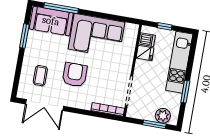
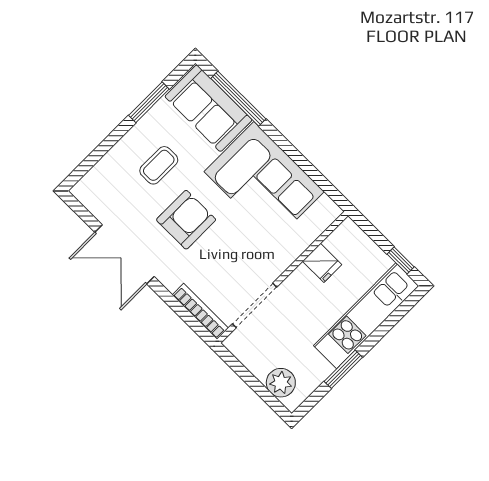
window: (165, 26) -> (401, 260), moved
dishwasher: (147, 40) -> (340, 244), removed
coffee table: (40, 76) -> (159, 165), moved
double door: (45, 105) -> (125, 254), moved
window: (154, 124) -> (258, 387), removed

